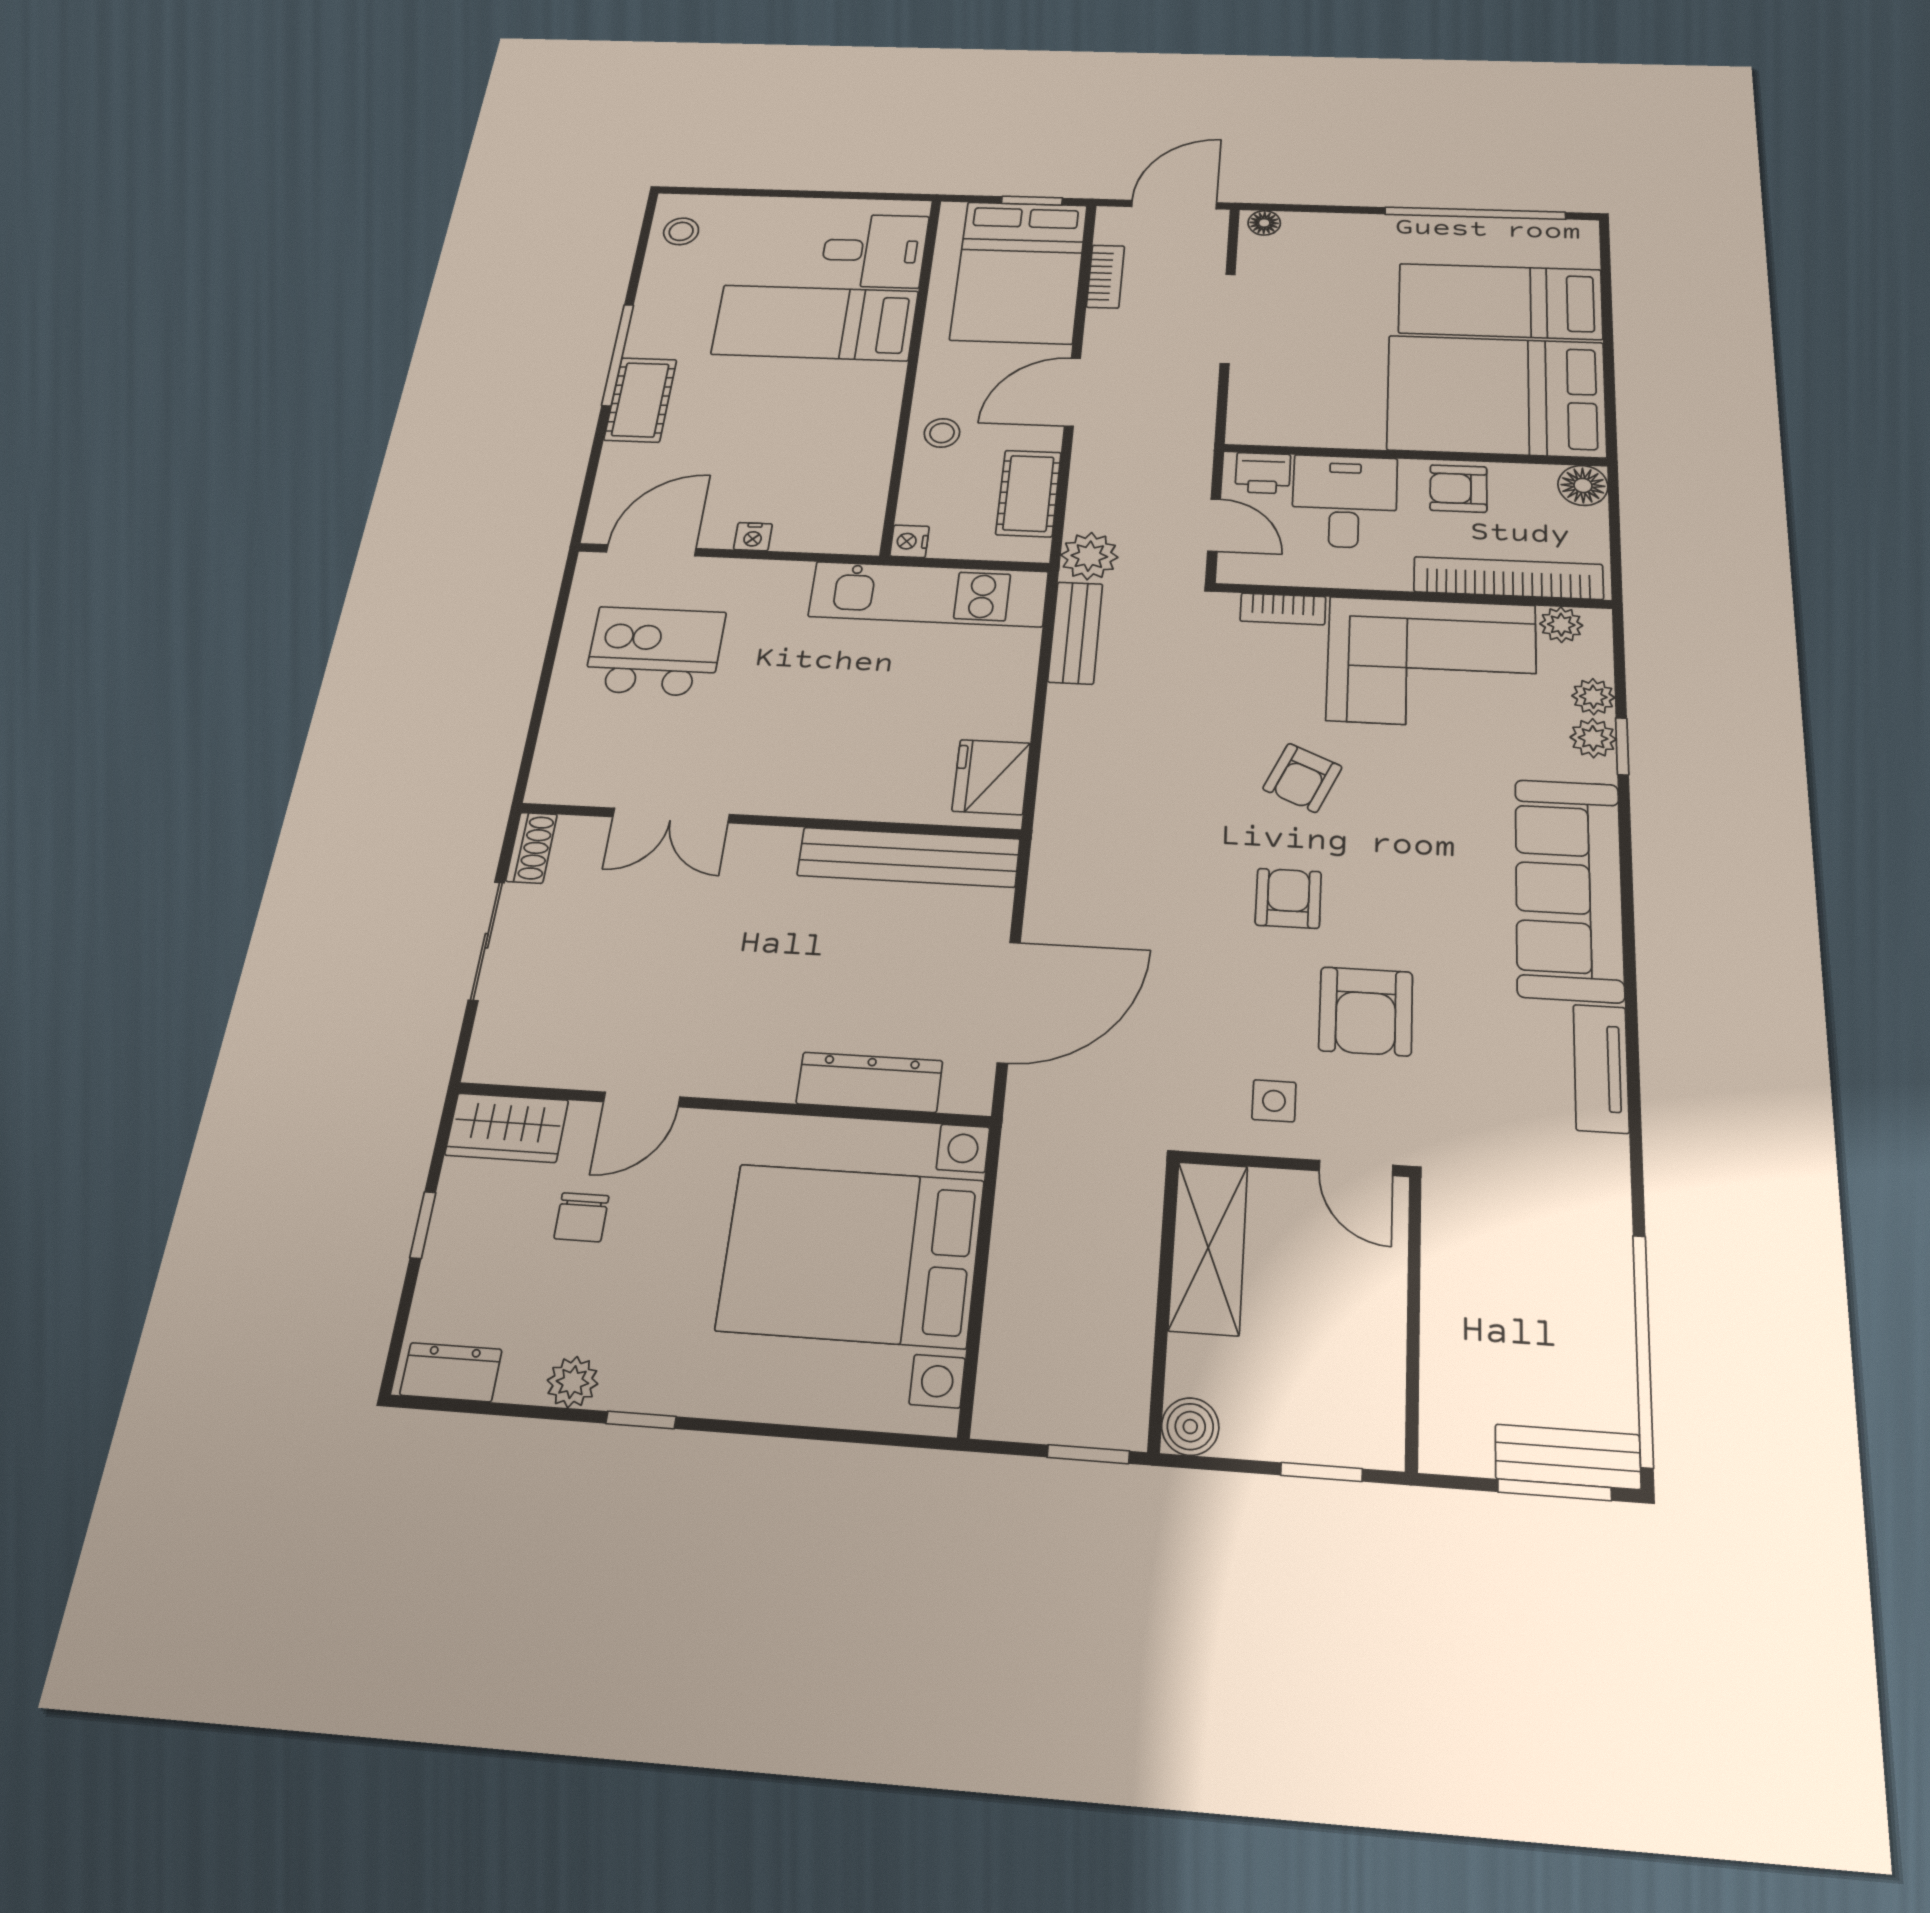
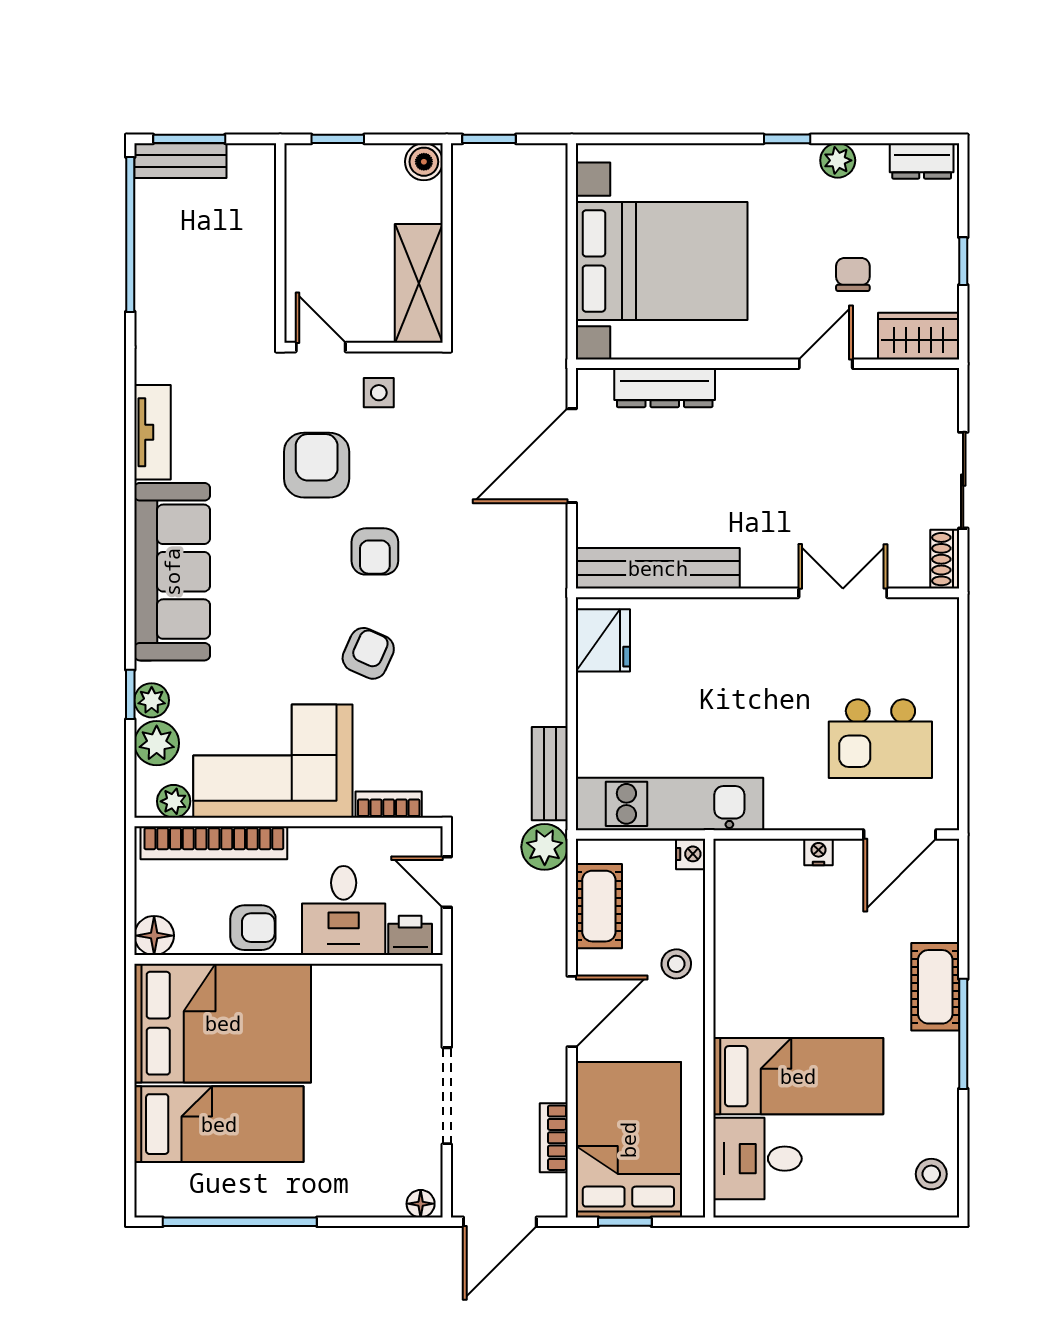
plant: (1593, 697) -> (157, 743), width x1.38, depth x1.38

